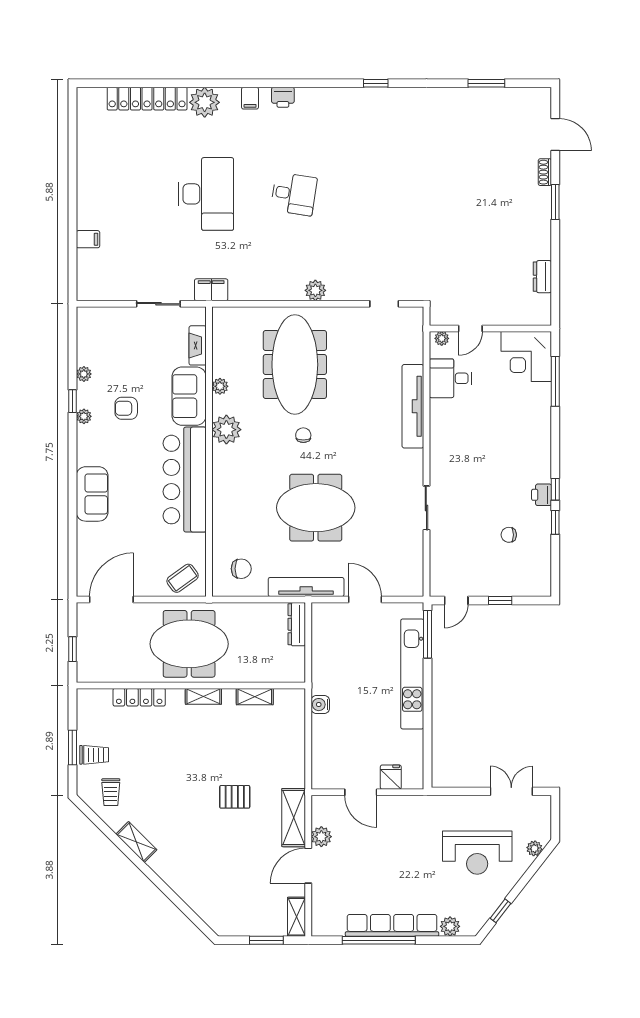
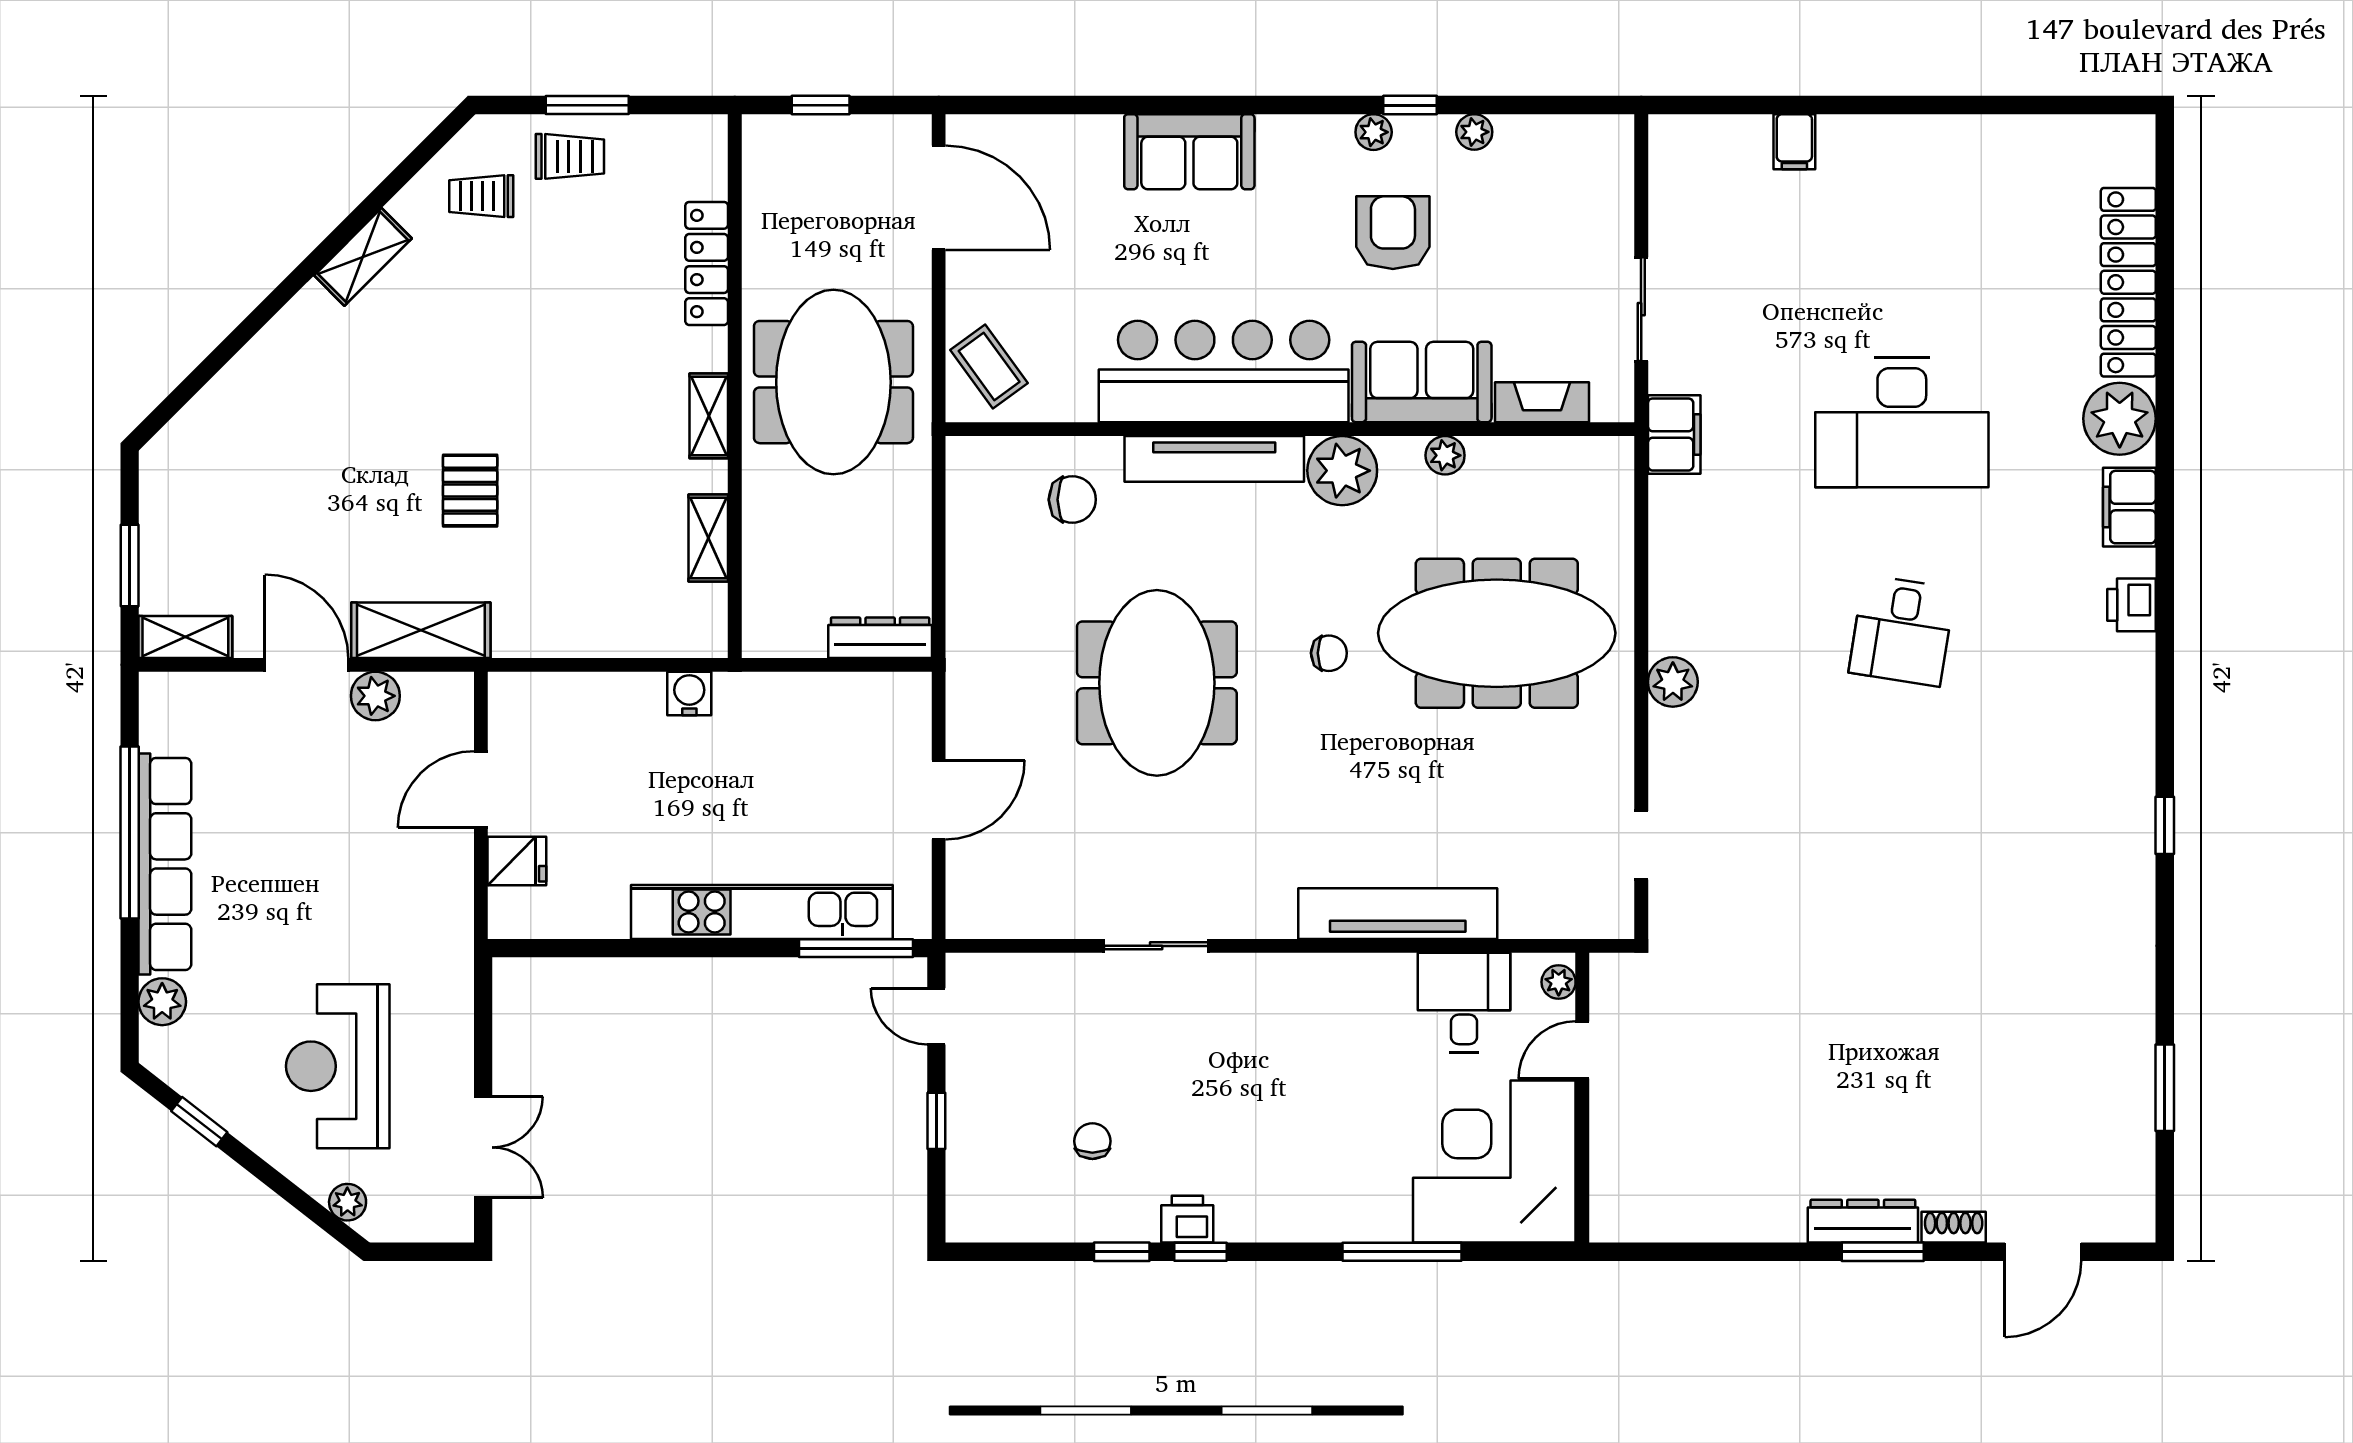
filing cabinet: (250, 98) -> (2129, 507), width x2.00
dresser: (542, 277) -> (1863, 1221), moved, width x1.44
door: (470, 328) -> (1582, 1050), hinge flipped
corner desk: (526, 356) -> (1494, 1162), width x1.36, depth x1.36
window: (555, 381) -> (1402, 1252), moved
armchair: (126, 408) -> (1393, 233), width x1.38, depth x1.38
chair: (241, 569) -> (1072, 500), moved, turned -90
tv unit: (306, 587) -> (1214, 459), moved, turned 90
trolley: (94, 755) -> (570, 156), turned -90

